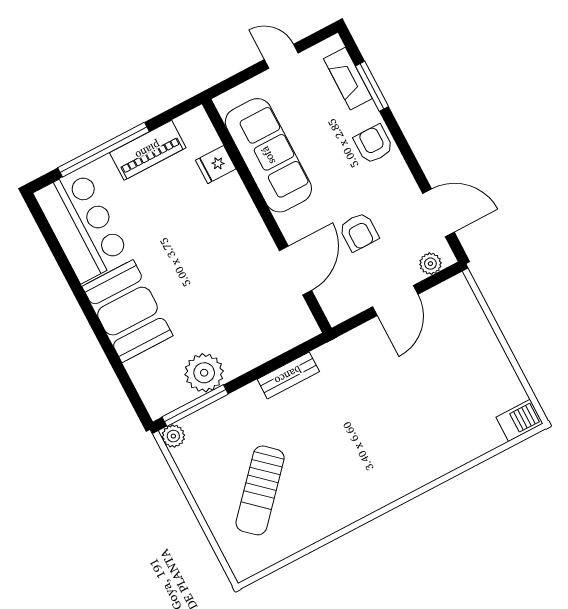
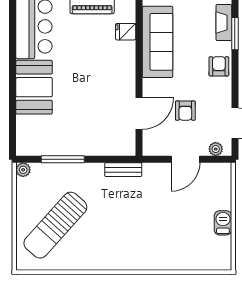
plant: (204, 373) -> (59, 144), removed
bench: (288, 375) -> (123, 170), moved
window: (195, 406) -> (63, 159), moved
barbecue: (519, 420) -> (223, 223), moved, turned -90
sun lounger: (260, 490) -> (55, 225), width x1.36, depth x1.34

